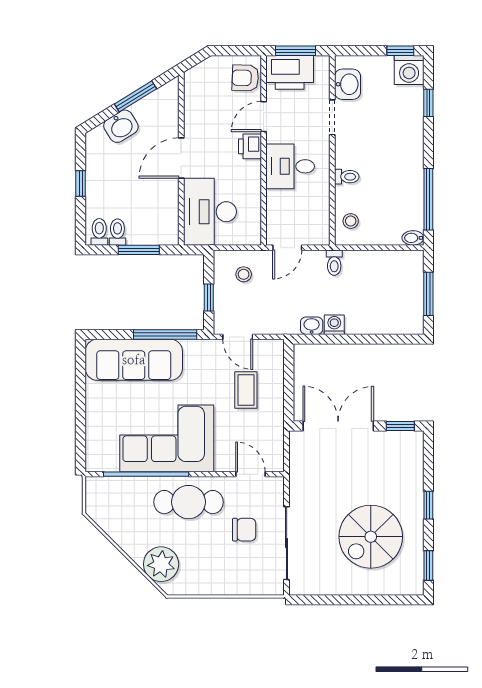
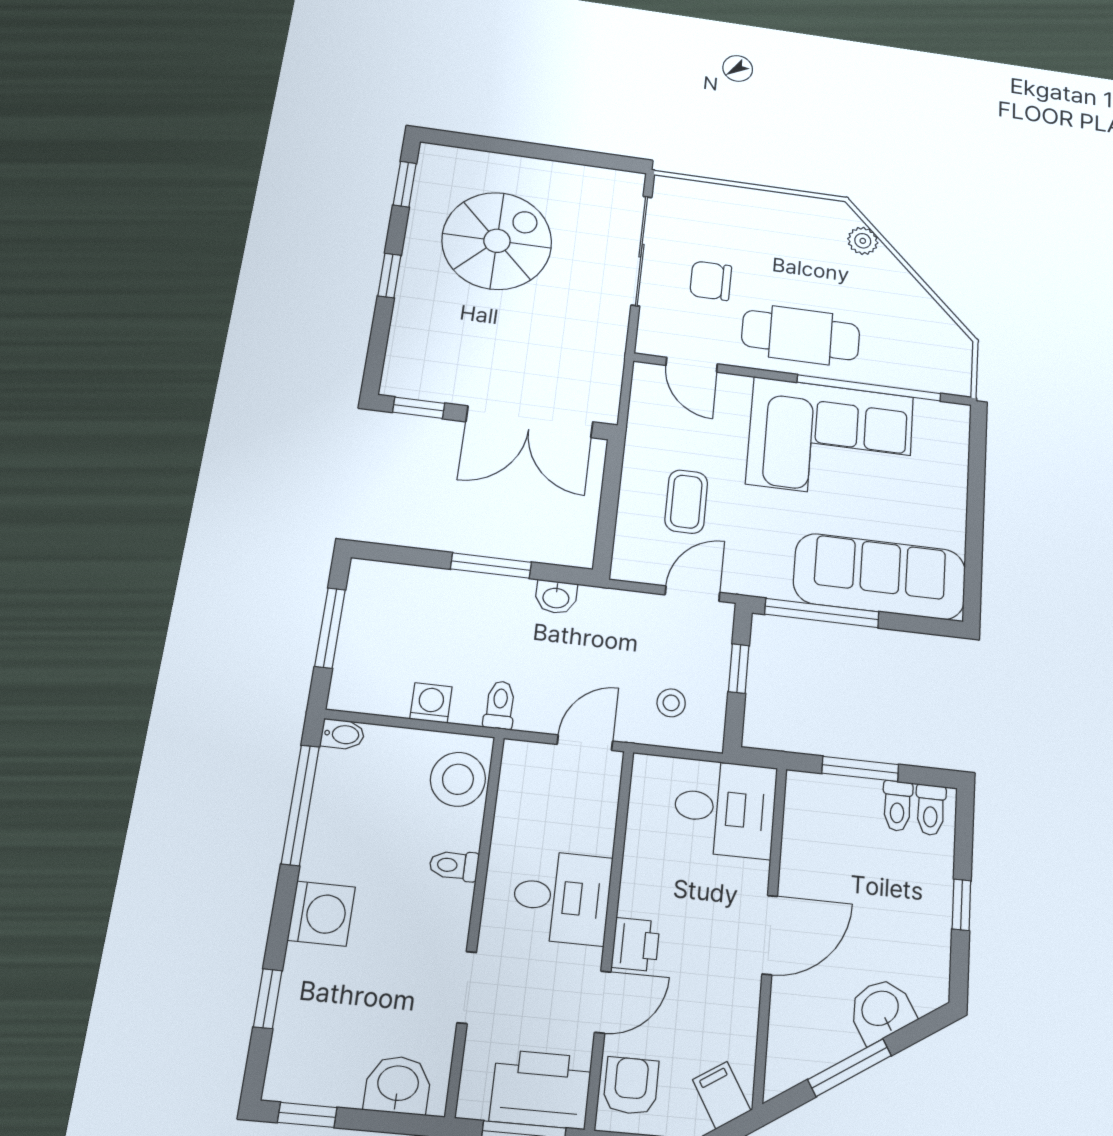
washing machine: (409, 70) -> (321, 914), moved, turned 90
filing cabinet: (200, 78) -> (722, 1095), added
armchair: (245, 78) -> (631, 1086), turned -92
washbasin: (347, 84) -> (398, 1085), moved, turned 90
desk: (210, 212) -> (725, 808), width x0.73
stool: (351, 221) -> (458, 779), width x1.89, depth x1.89
washing machine: (334, 325) -> (431, 703), moved, turned 180
door: (238, 337) -> (692, 594), hinge flipped
window: (349, 339) -> (491, 566), added
plant: (161, 564) -> (863, 241), width x0.53, depth x0.53

